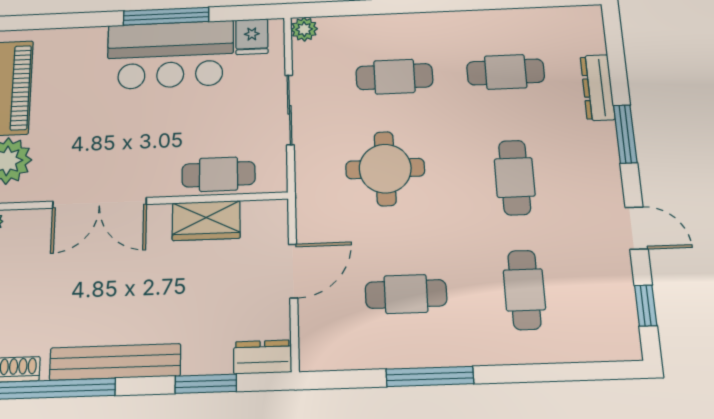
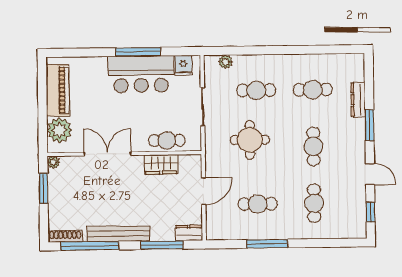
plant: (304, 29) -> (226, 62), moved
double door: (100, 203) -> (108, 154), swing flipped
window: (206, 384) -> (162, 245), width x1.44

